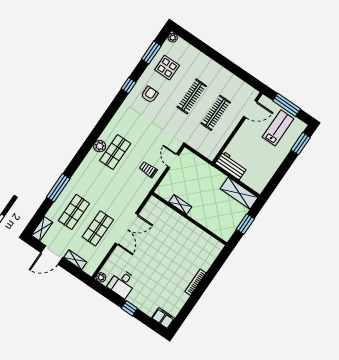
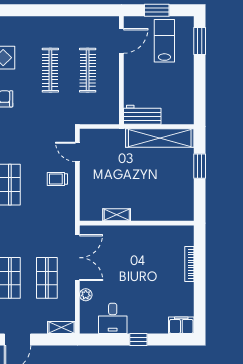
window: (287, 105) -> (157, 10), width x0.69
shelving: (239, 193) -> (160, 138), width x1.47
shelving: (180, 205) -> (117, 215), moved
wall: (189, 219) -> (137, 223), moved
shelving: (75, 260) -> (61, 327), moved
plant: (101, 277) -> (86, 295), moved

